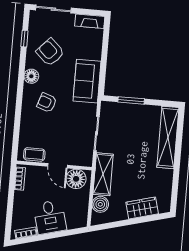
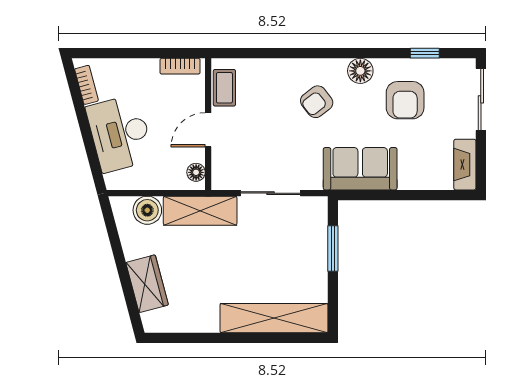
armchair: (50, 52) -> (405, 100), turned 137
armchair: (47, 103) -> (317, 102), turned -147
floor lamp: (76, 179) -> (196, 172), width x0.53, depth x0.53
desk: (50, 217) -> (120, 133), width x1.37

